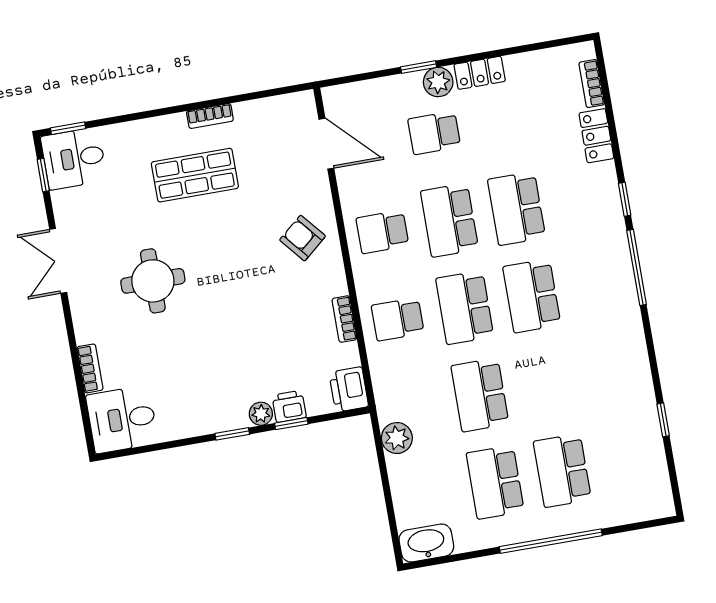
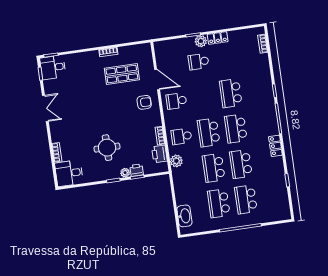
locker: (596, 136) -> (275, 146), moved
door: (326, 144) -> (157, 79), moved
shop shelf: (195, 175) -> (122, 74), moved
school desk: (449, 220) -> (241, 164), moved
armchair: (303, 238) -> (144, 102), turned 130
double door: (58, 261) -> (45, 108), swing flipped
round table: (153, 281) -> (107, 148), moved
printer: (349, 389) -> (159, 154), moved
plant: (397, 438) -> (176, 161), moved
washbasin: (426, 543) -> (184, 216), moved, turned 90

